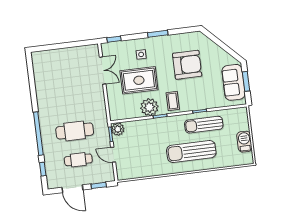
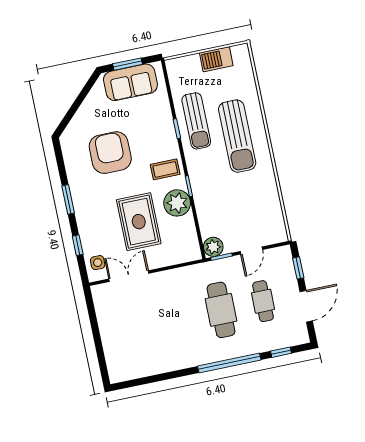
window: (114, 39) -> (78, 245), moved
side table: (141, 54) -> (98, 263), moved

